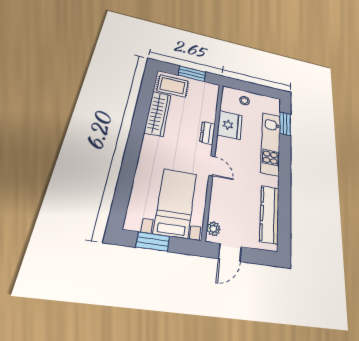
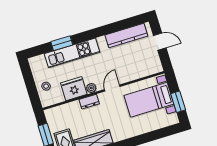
window: (285, 124) -> (62, 43), moved
plant: (213, 229) -> (91, 88), moved
door: (230, 253) -> (160, 42), moved

